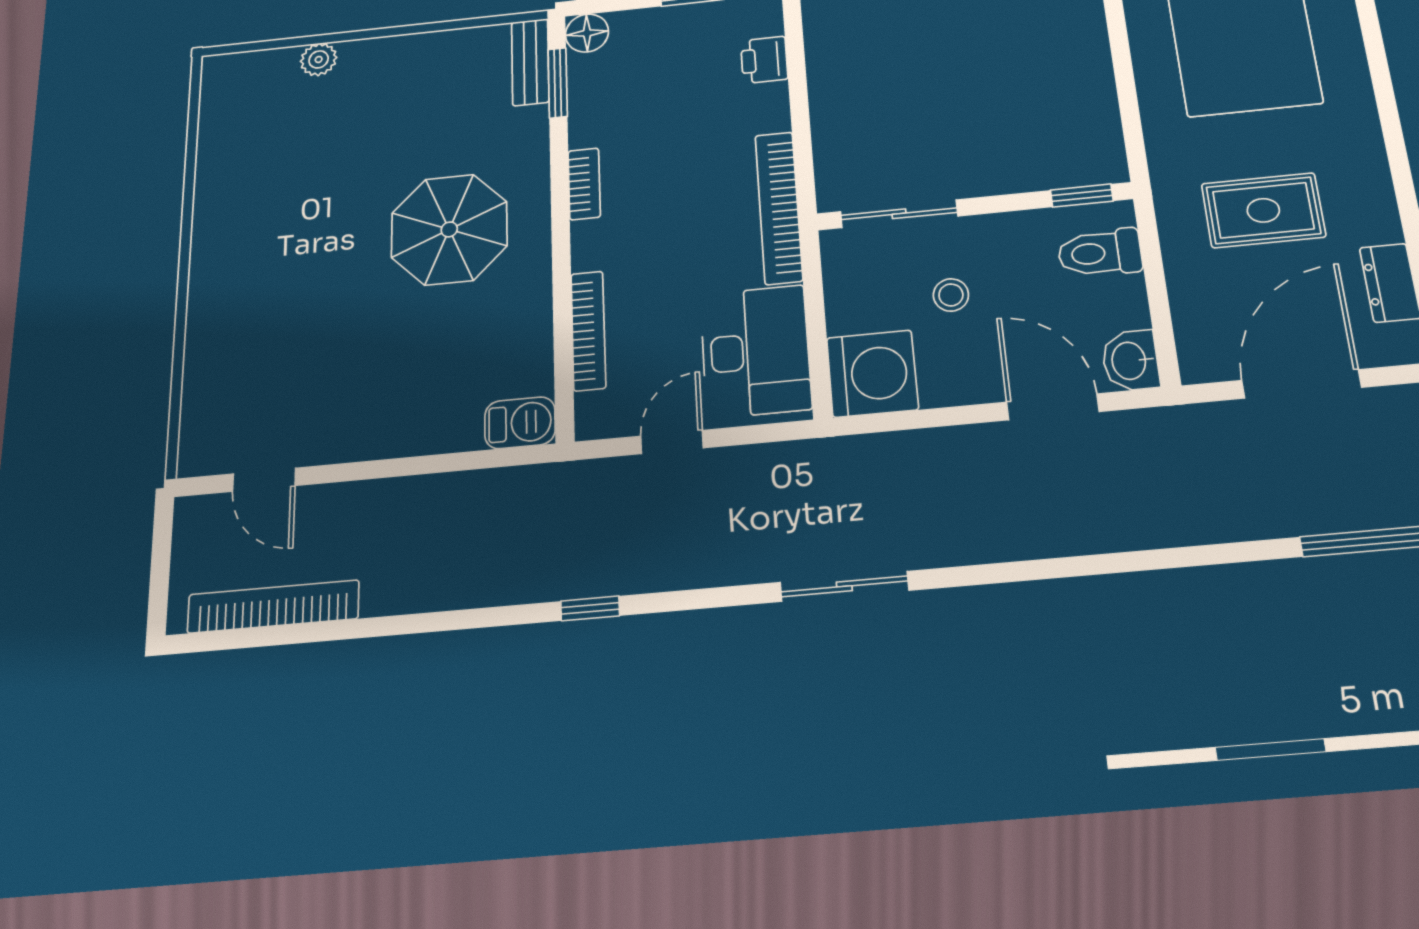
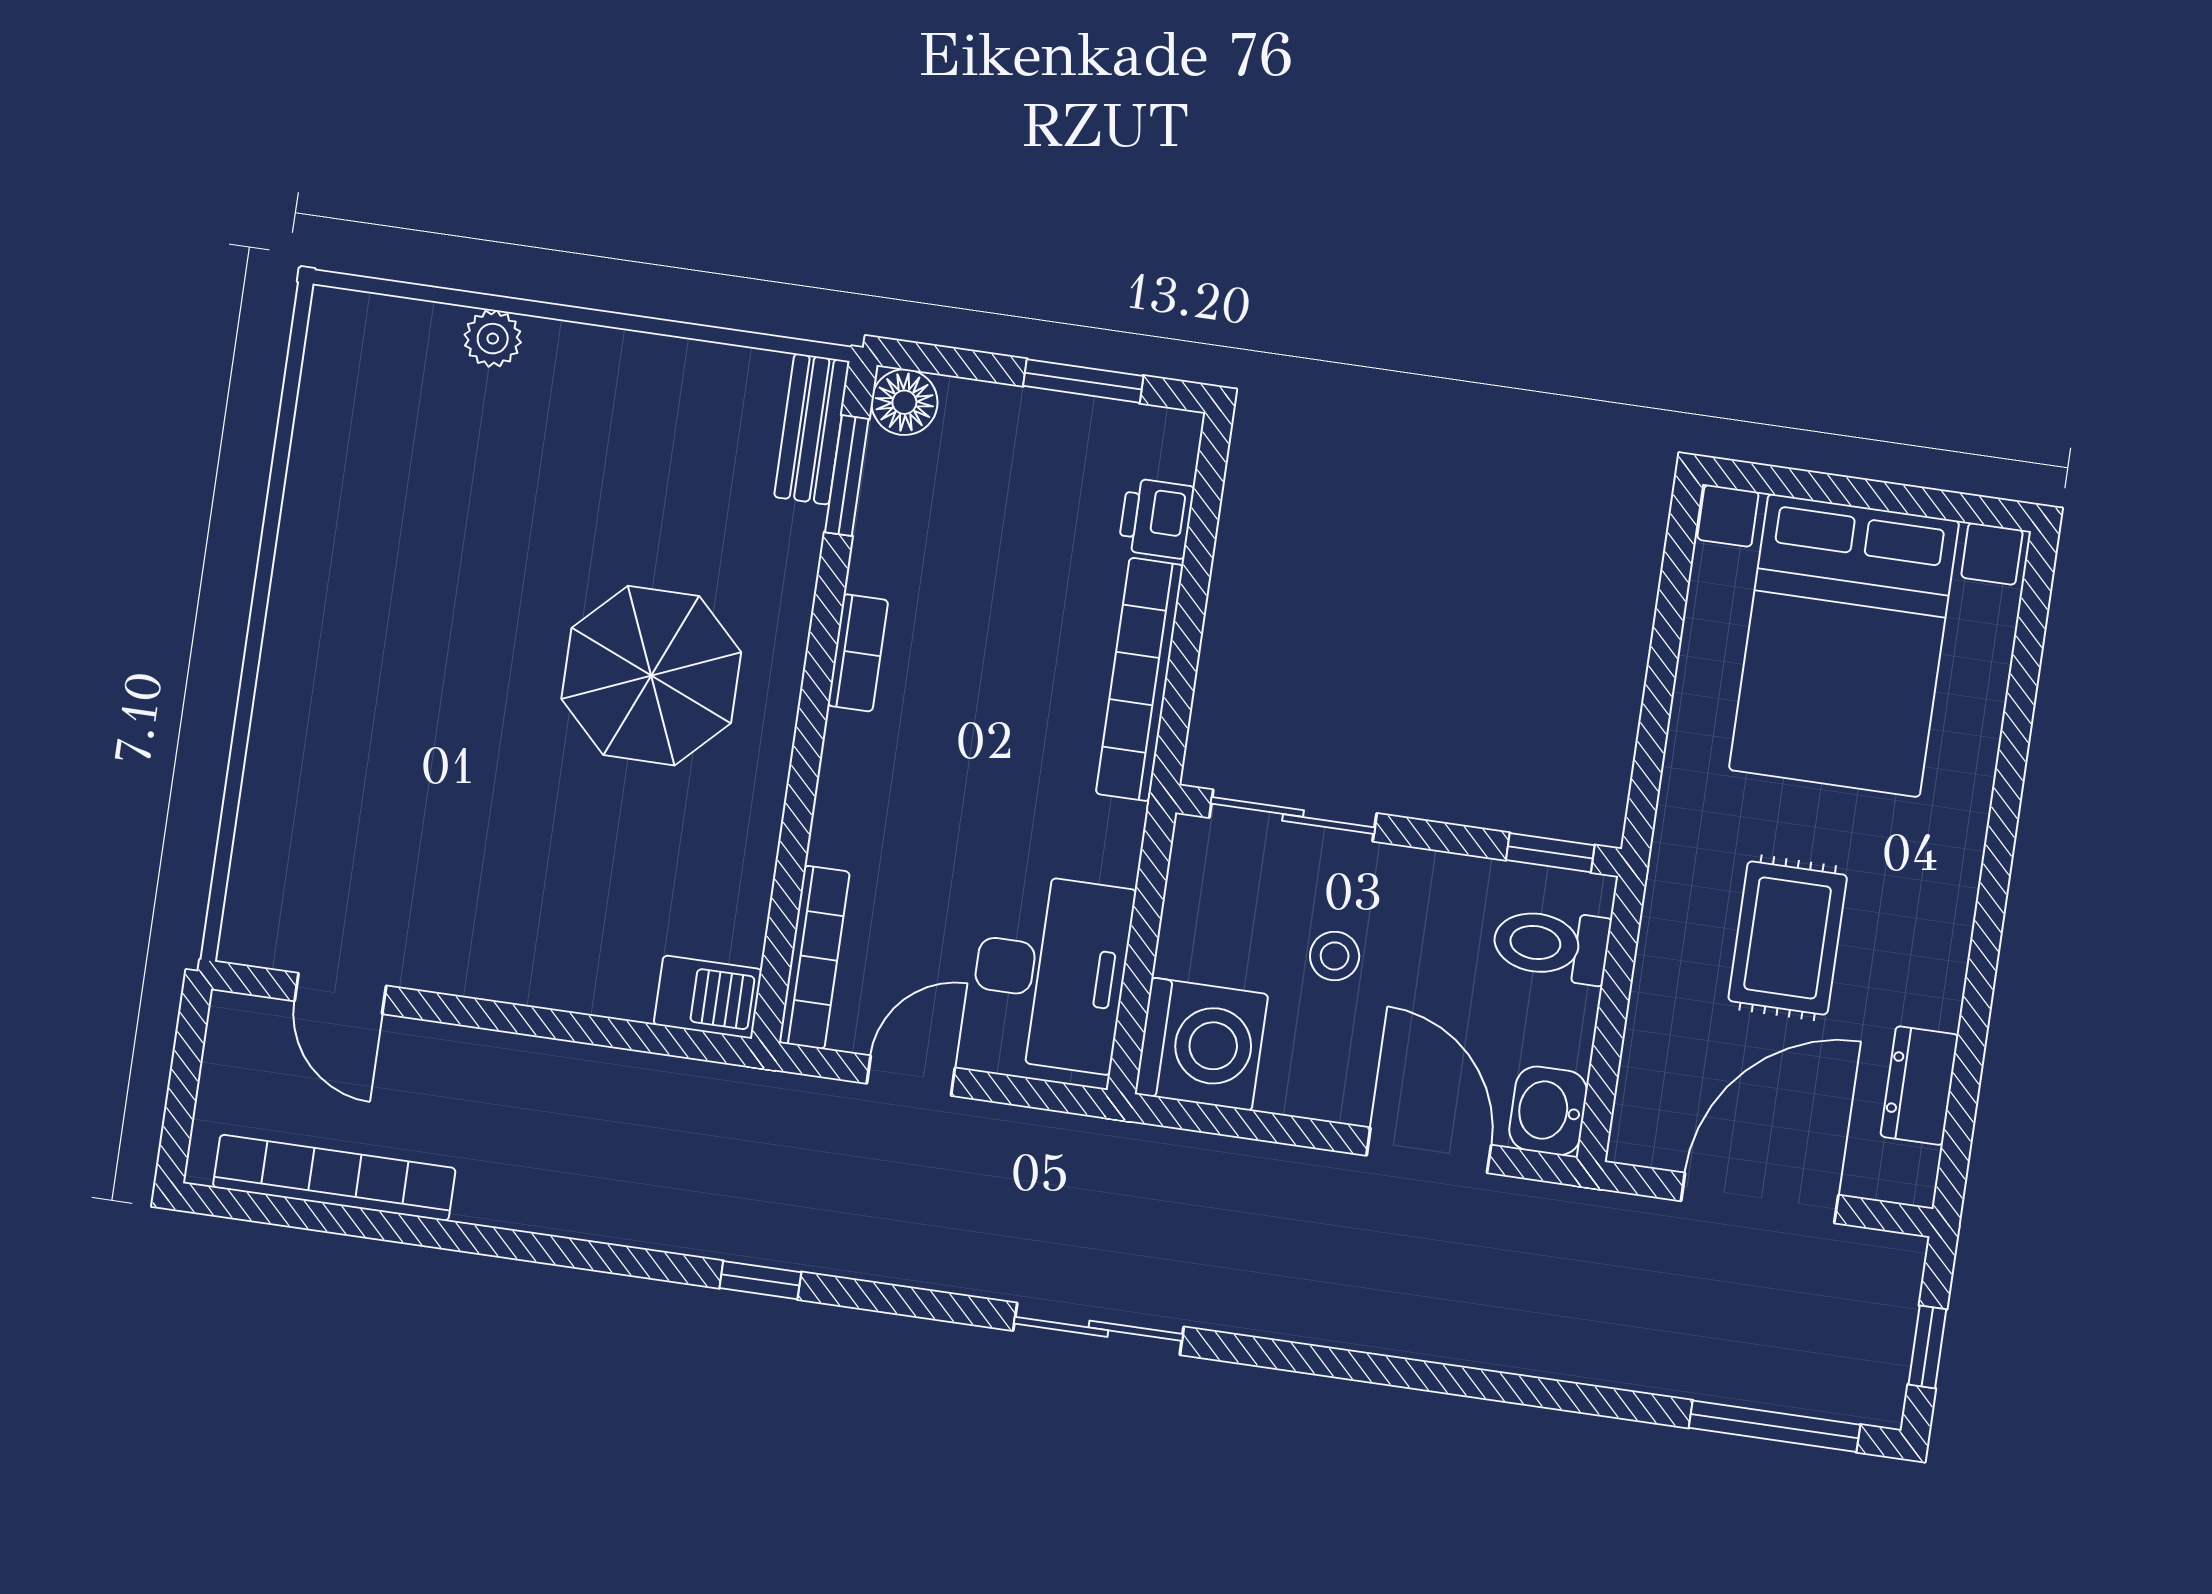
bookcase: (779, 207) -> (1140, 679), moved
rug: (1263, 210) -> (1788, 938), turned 90
bookcase: (588, 331) -> (814, 957), moved

